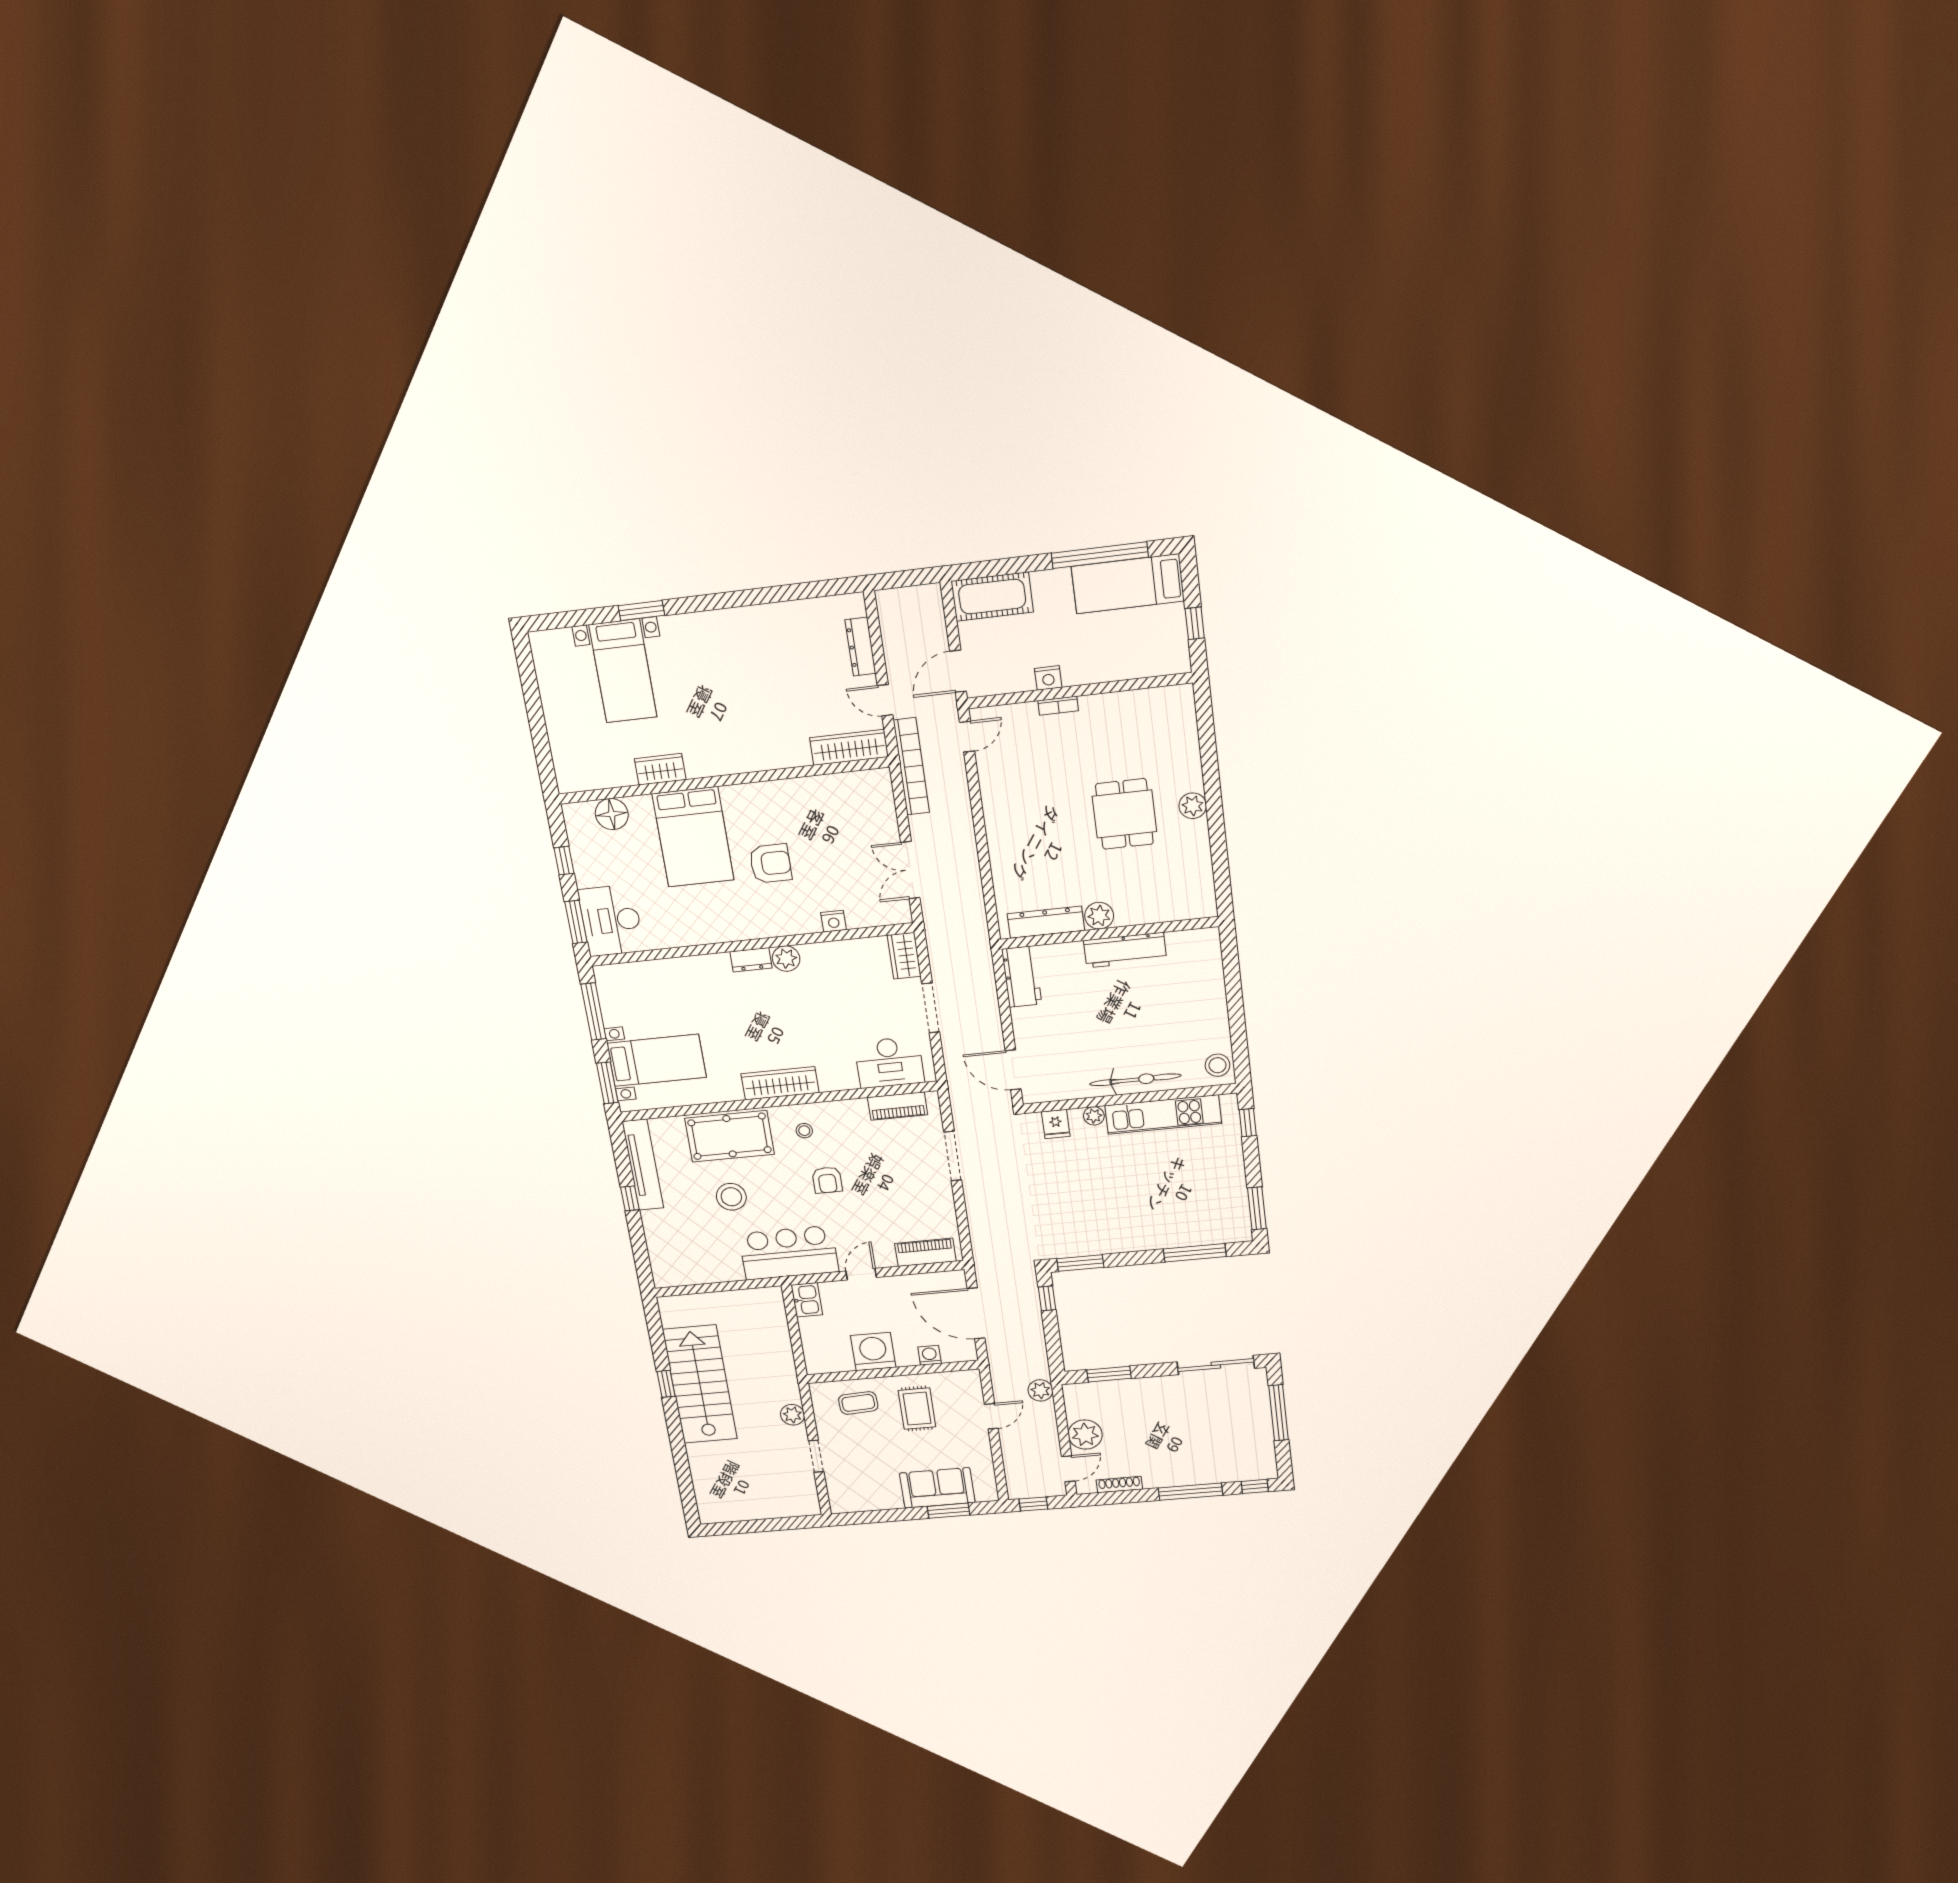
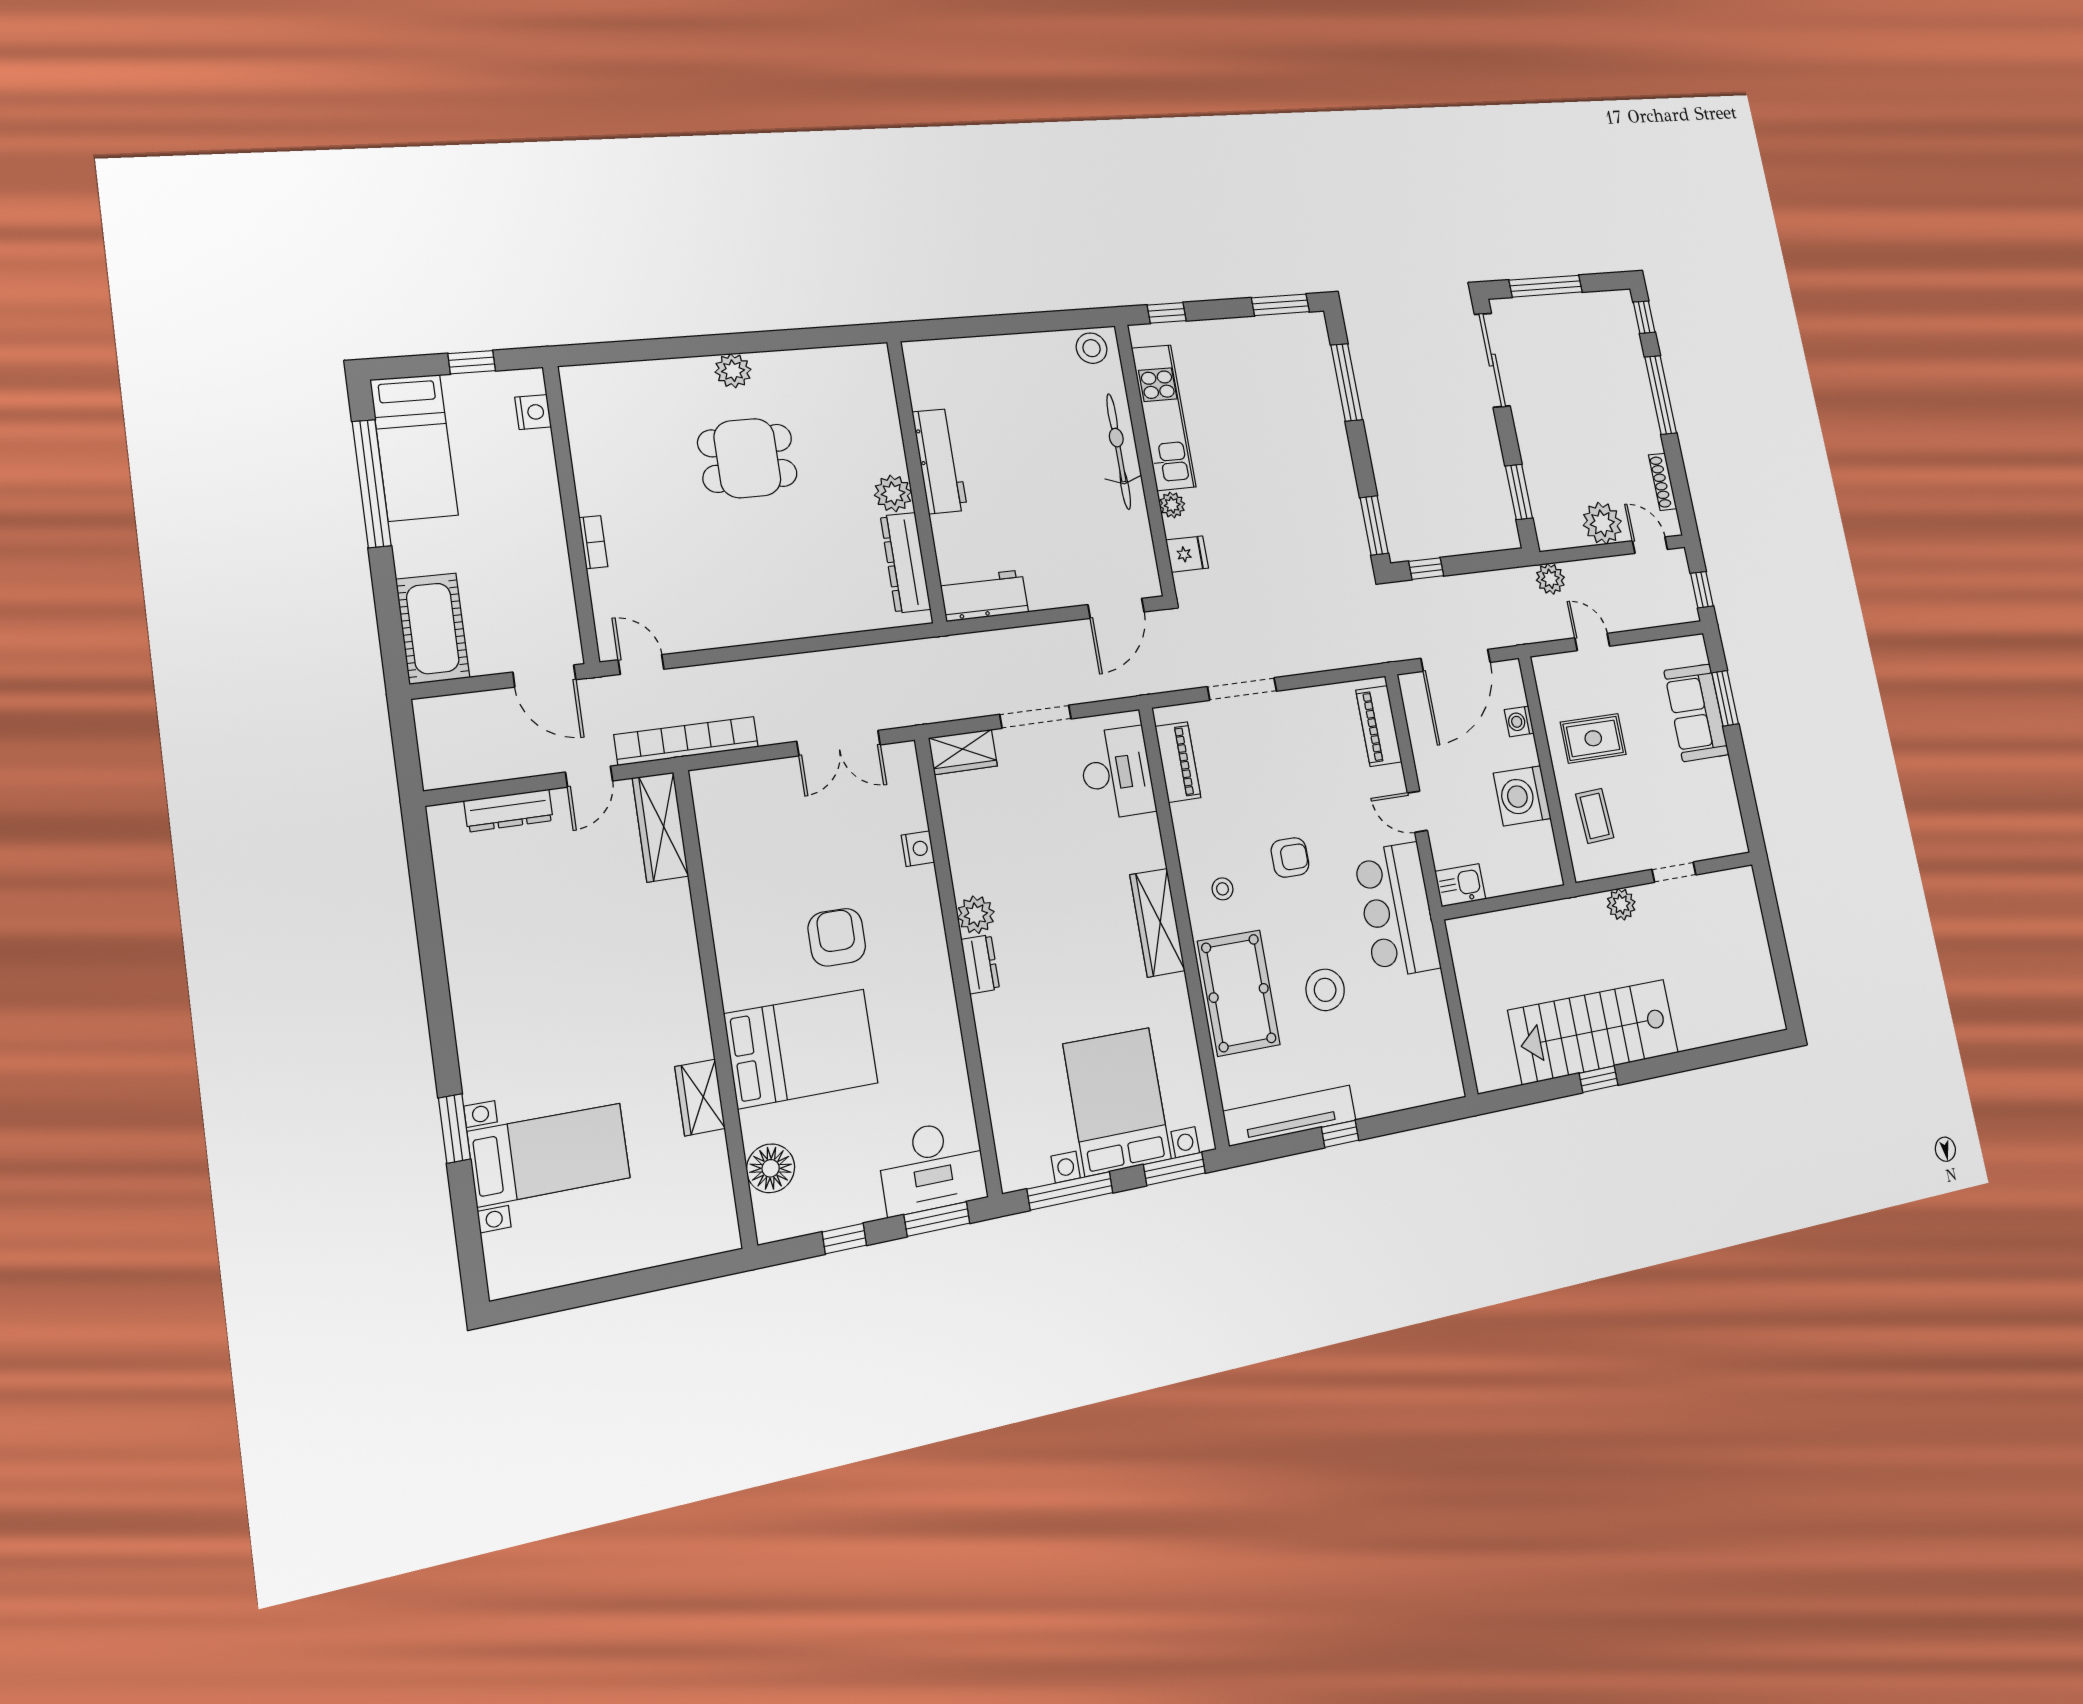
nightstand: (1048, 678) -> (533, 412), moved
bed with nightstands: (657, 1060) -> (1117, 1102), width x1.36

